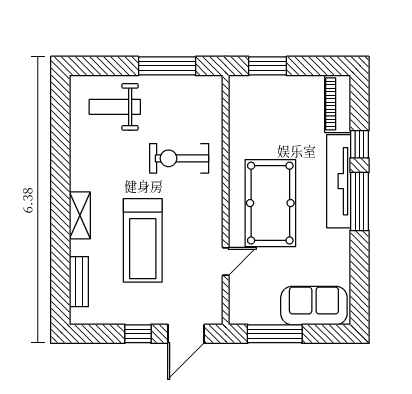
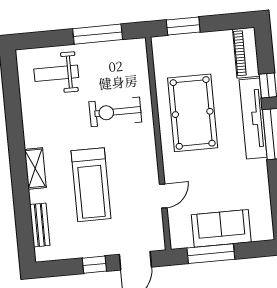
pool table: (270, 203) -> (193, 113), moved
sofa: (314, 306) -> (221, 228), moved

